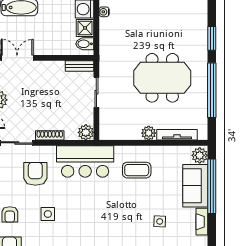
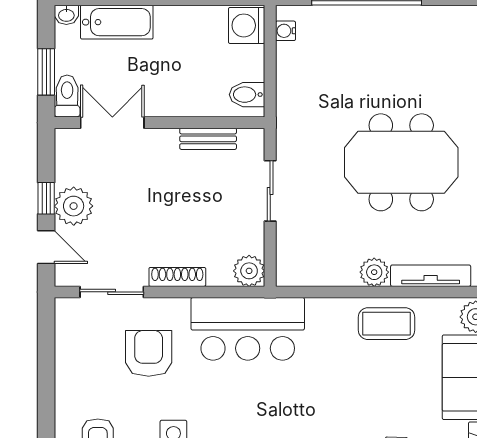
shower: (85, 28) -> (248, 63), removed
bench: (79, 66) -> (208, 139), moved
coffee table: (137, 170) -> (387, 324), moved

